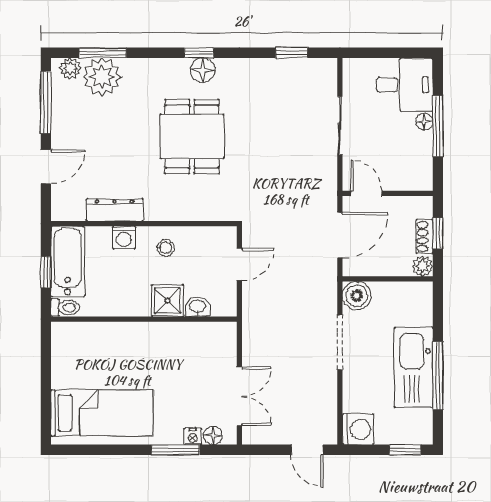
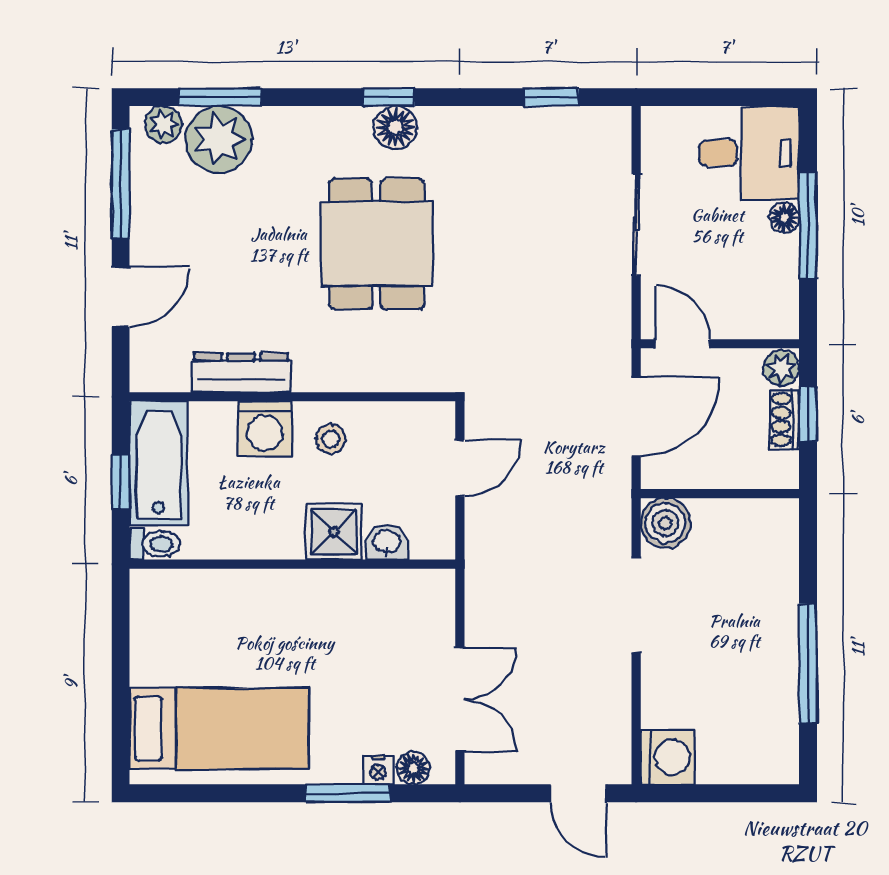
washing machine: (124, 237) -> (265, 429), width x1.38, depth x1.38
plant: (423, 266) -> (781, 368), moved
kitchen sink: (414, 367) -> (765, 648), removed
window: (405, 450) -> (750, 793), removed

